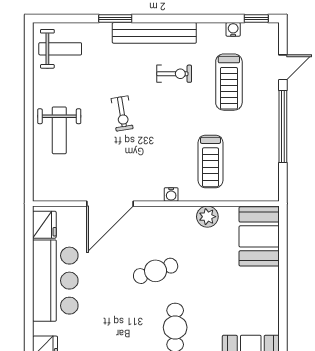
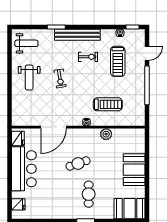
weight bench: (59, 130) -> (29, 77), moved
treadmill: (210, 161) -> (108, 104), turned -90
booth: (259, 236) -> (134, 170), moved

